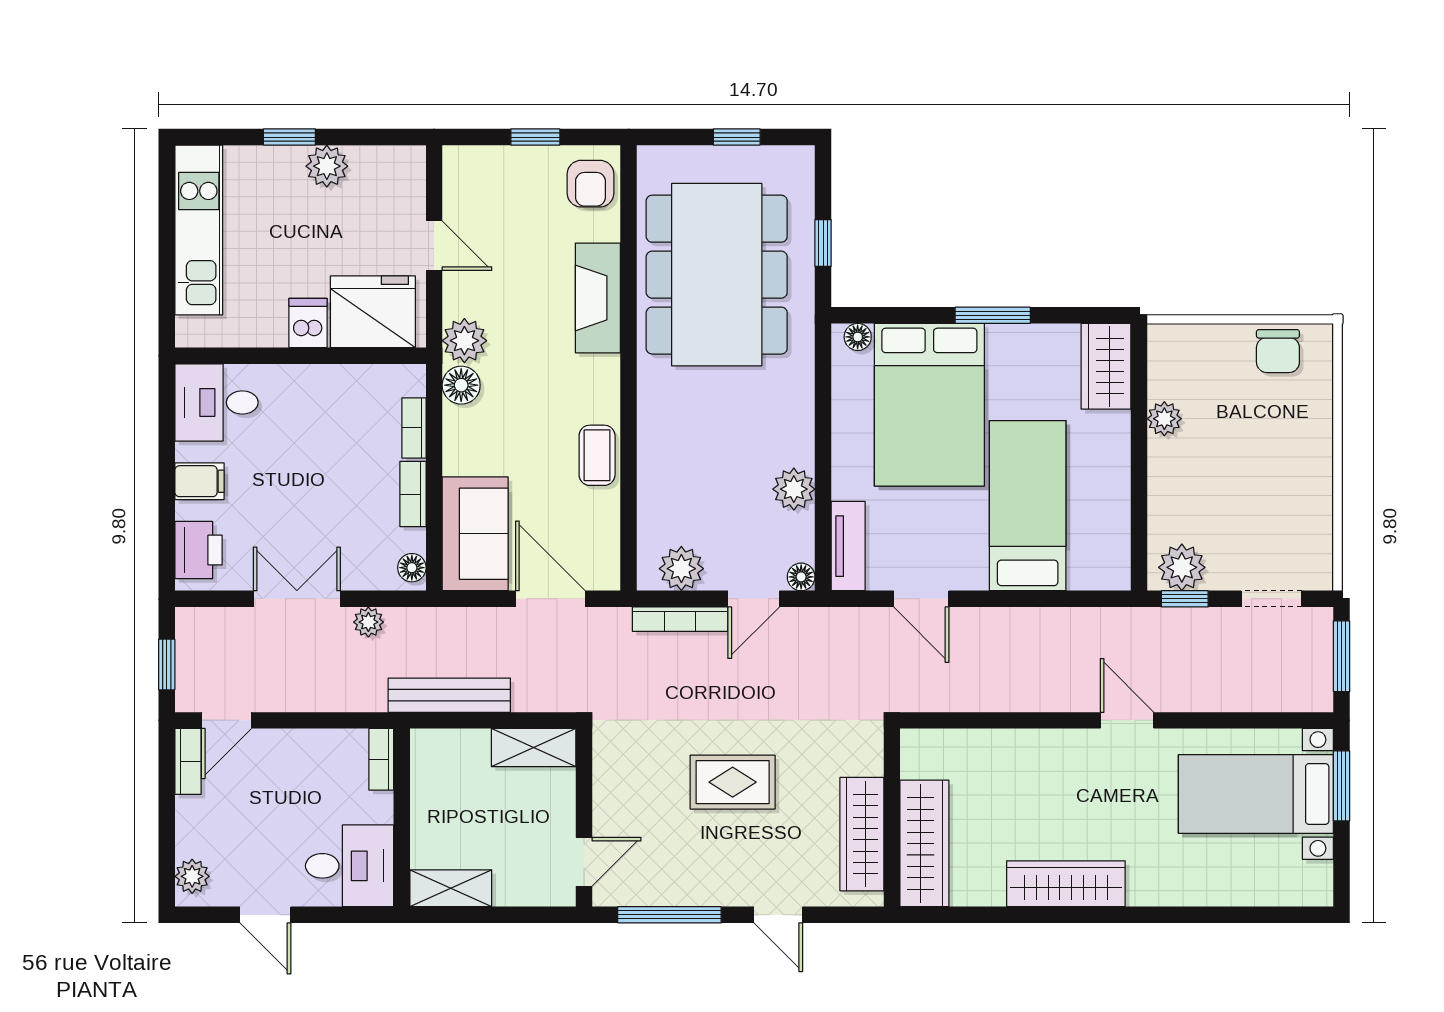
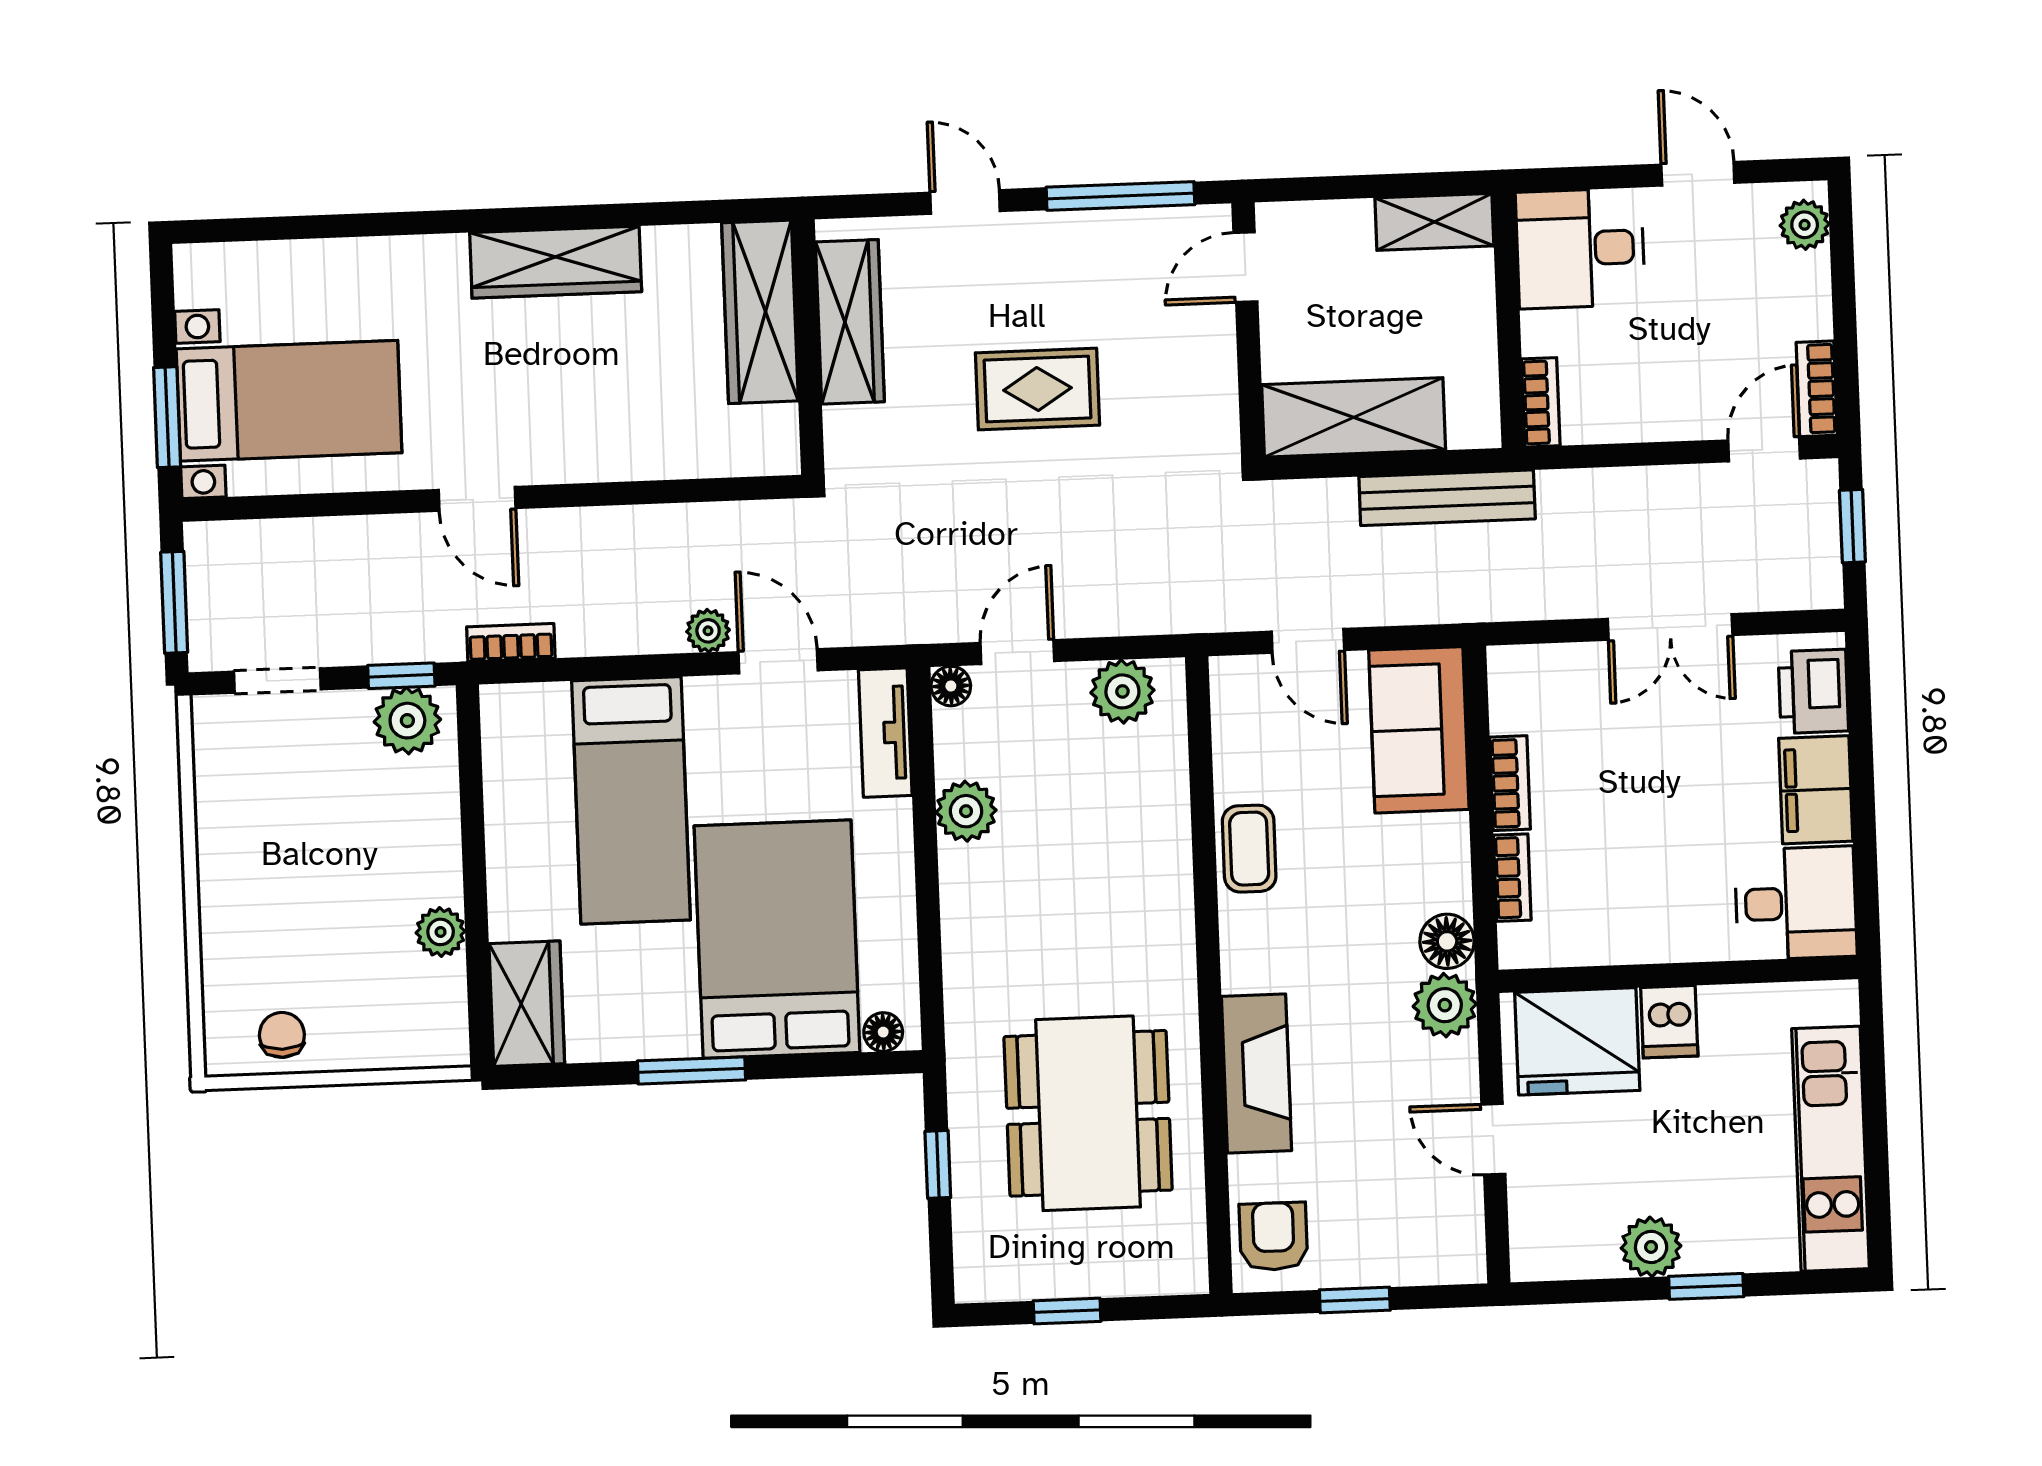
dining table: (717, 275) -> (1088, 1113), width x0.73, depth x0.80
chair: (1278, 351) -> (282, 1035), width x0.73, depth x0.73
filing cabinet: (199, 481) -> (1816, 790), width x2.00
floor lamp: (412, 568) -> (1508, 678), removed
door: (550, 599) -> (1308, 641), width x0.73
bookcase: (680, 619) -> (511, 643), moved, width x0.64
plant: (368, 622) -> (708, 631), moved
shelving: (534, 748) -> (1354, 417), width x1.50, depth x1.33

